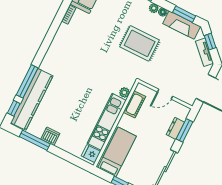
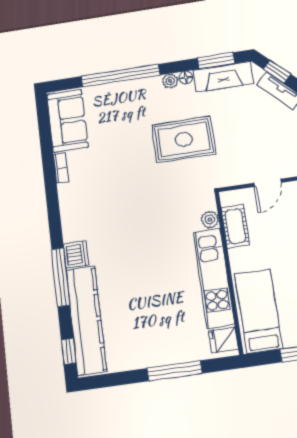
window: (27, 81) -> (61, 277), moved
dishwasher: (50, 136) -> (76, 254), moved, turned 90
window: (35, 140) -> (175, 371), moved

